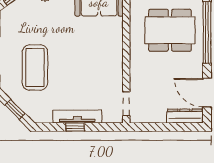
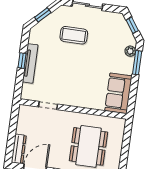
coffee table: (35, 67) -> (74, 35), width x0.73, depth x0.76
doorway: (126, 104) -> (48, 105), moved

